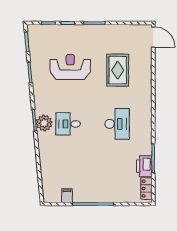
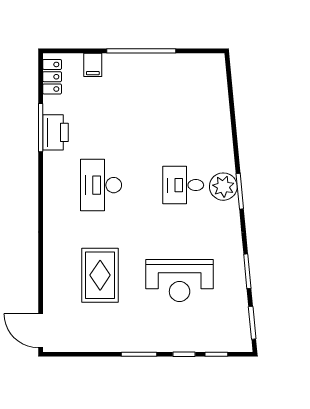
desk: (68, 124) -> (183, 185), turned 180
printer: (144, 166) -> (56, 132), moved
filing cabinet: (67, 196) -> (93, 65), moved

